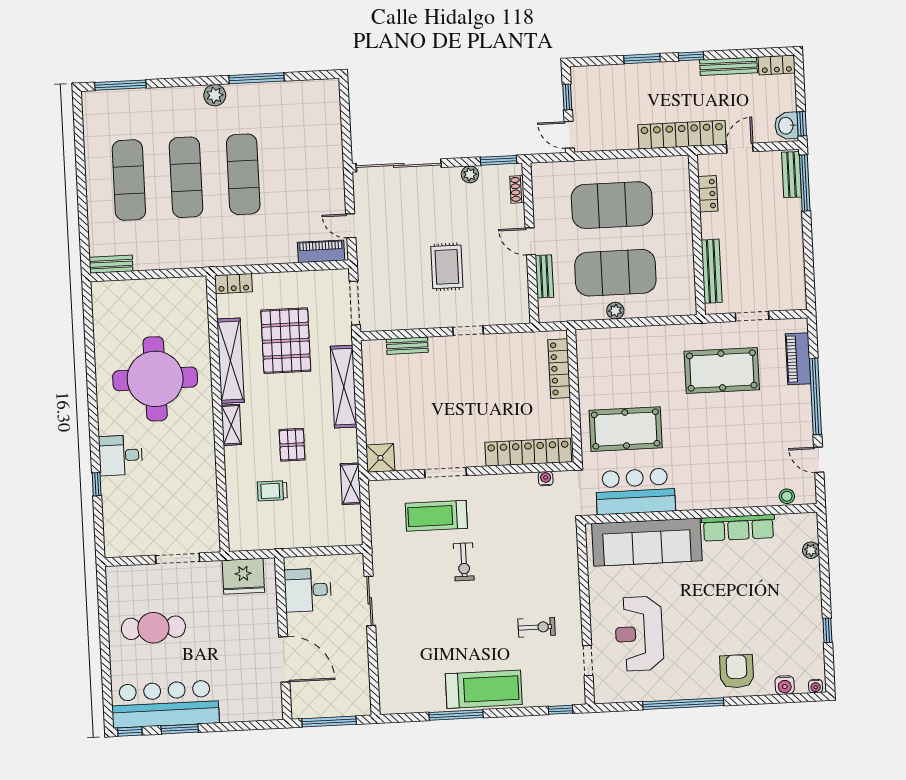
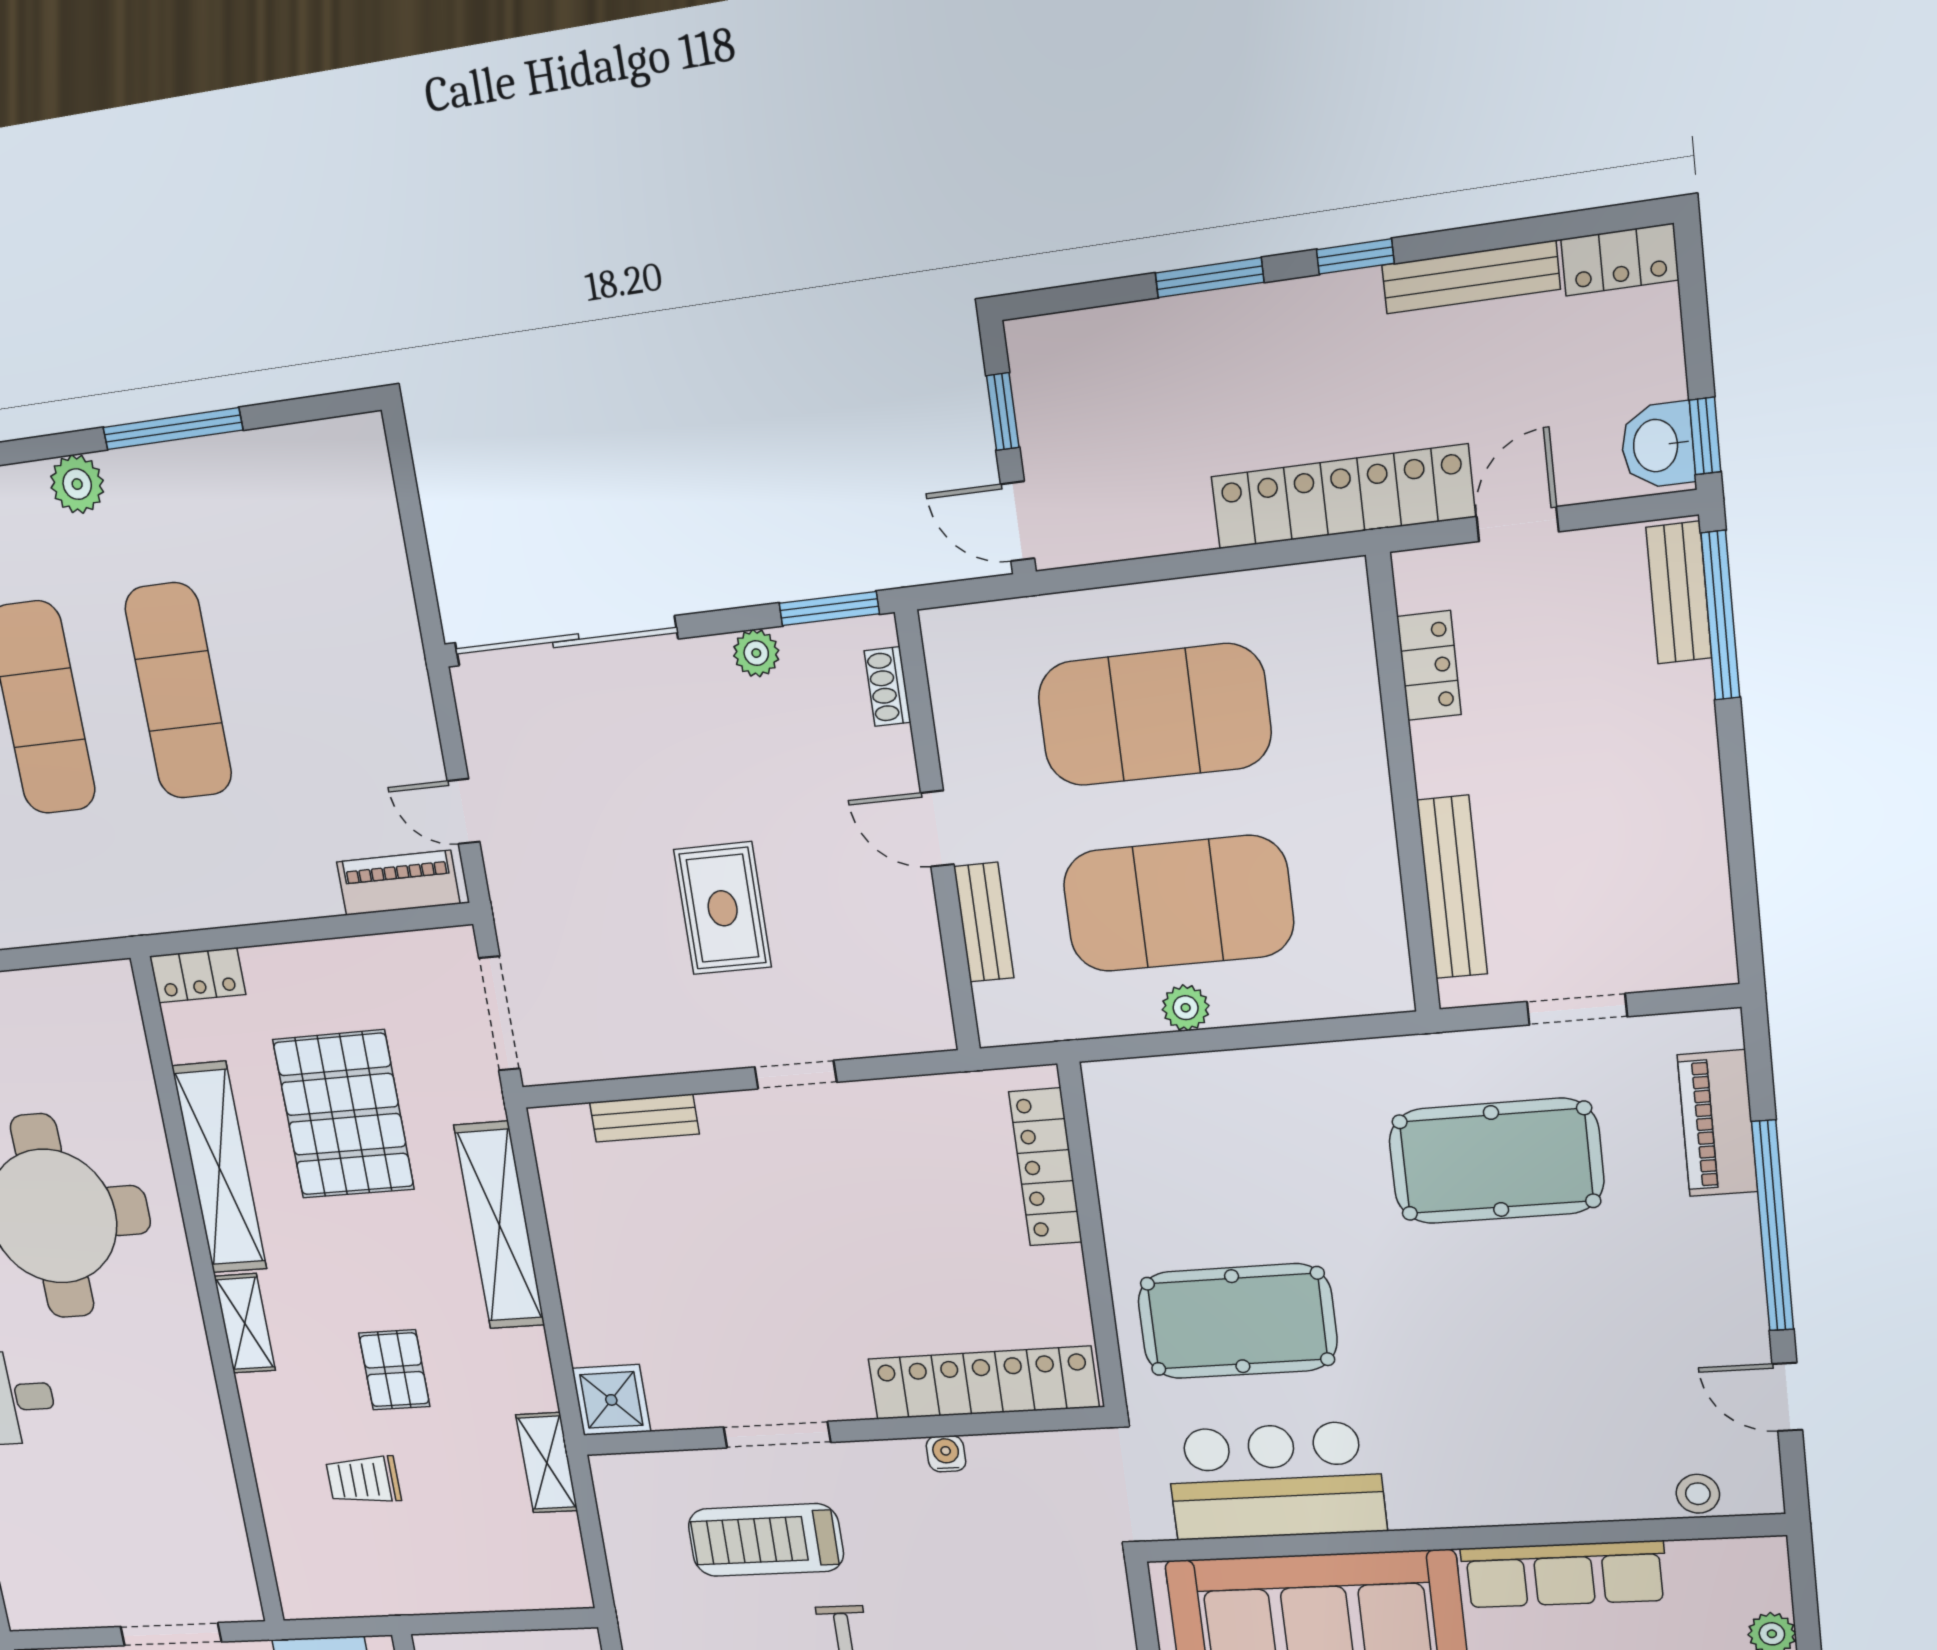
water cooler: (546, 479) -> (946, 1454), moved

